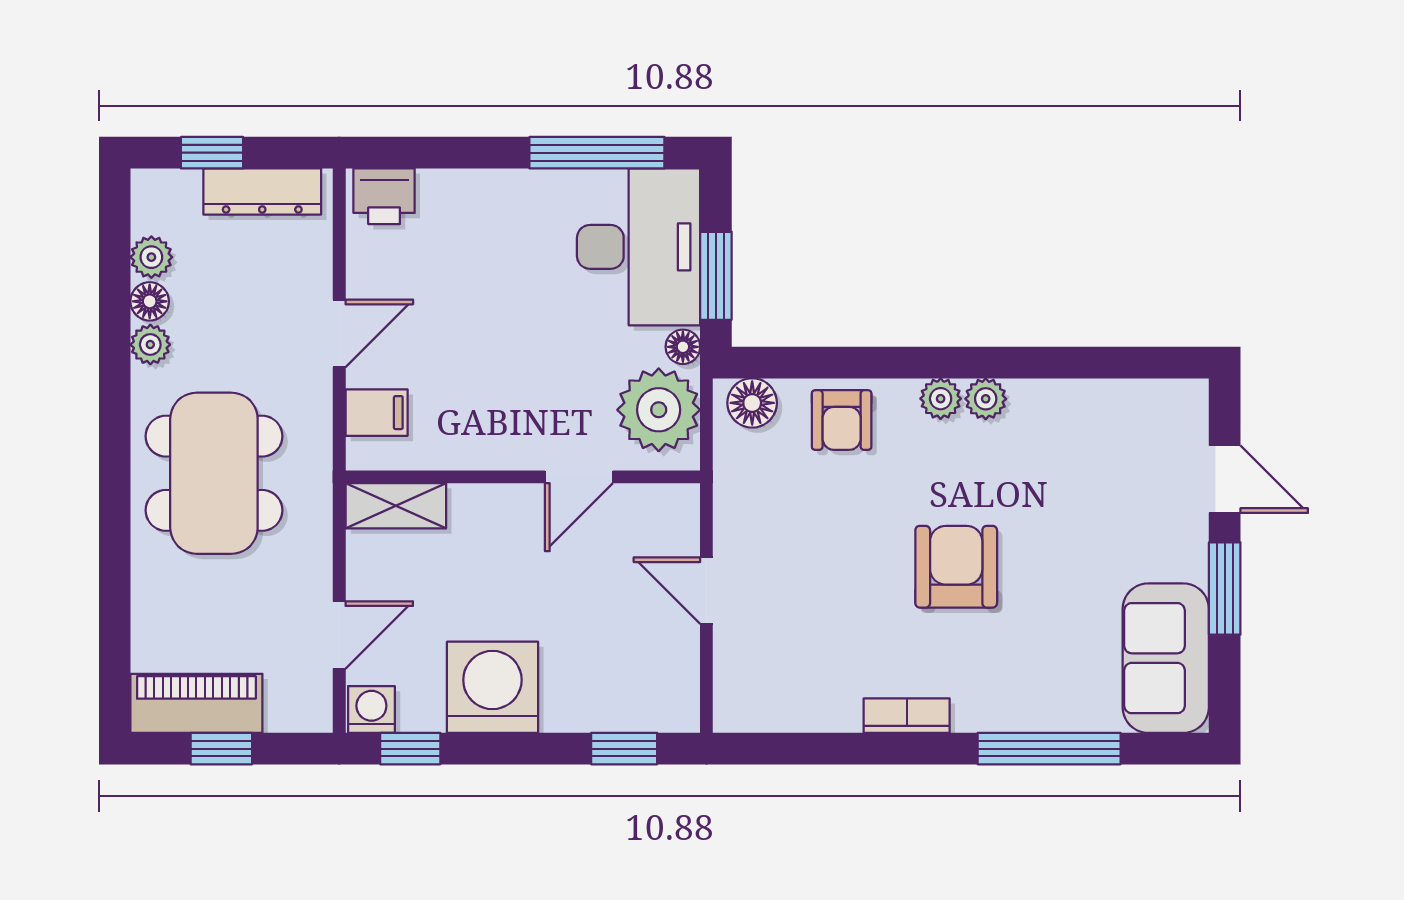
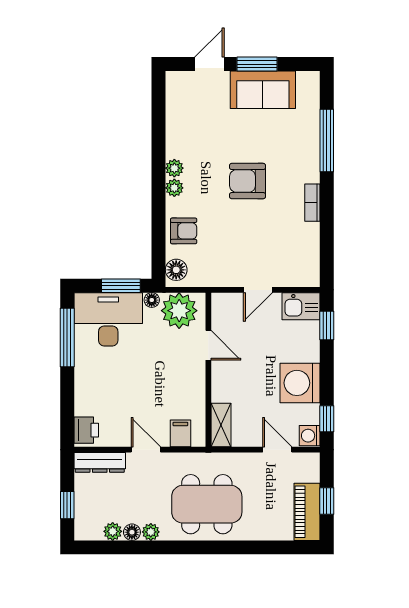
dresser: (262, 192) -> (100, 462), moved, turned 90
sofa: (1166, 658) -> (263, 90), moved
kitchen sink: (669, 689) -> (301, 306), added

